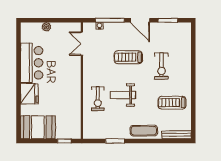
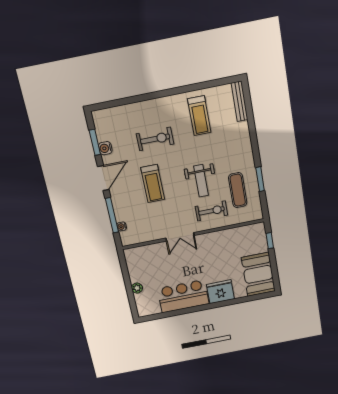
water cooler: (162, 27) -> (105, 148), added
double door: (82, 44) -> (180, 237), moved
exercise mat: (144, 131) -> (238, 190), moved

